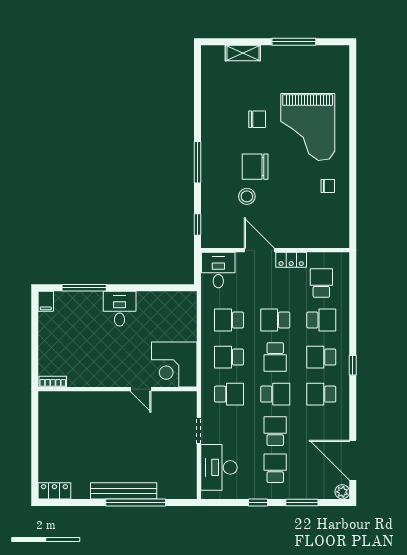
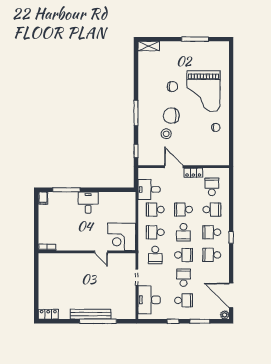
shelving: (243, 53) -> (149, 46), moved
desk: (218, 270) -> (149, 189), moved, turned -90
school desk: (229, 394) -> (155, 255), turned 90
school desk: (275, 468) -> (184, 300), turned 90

